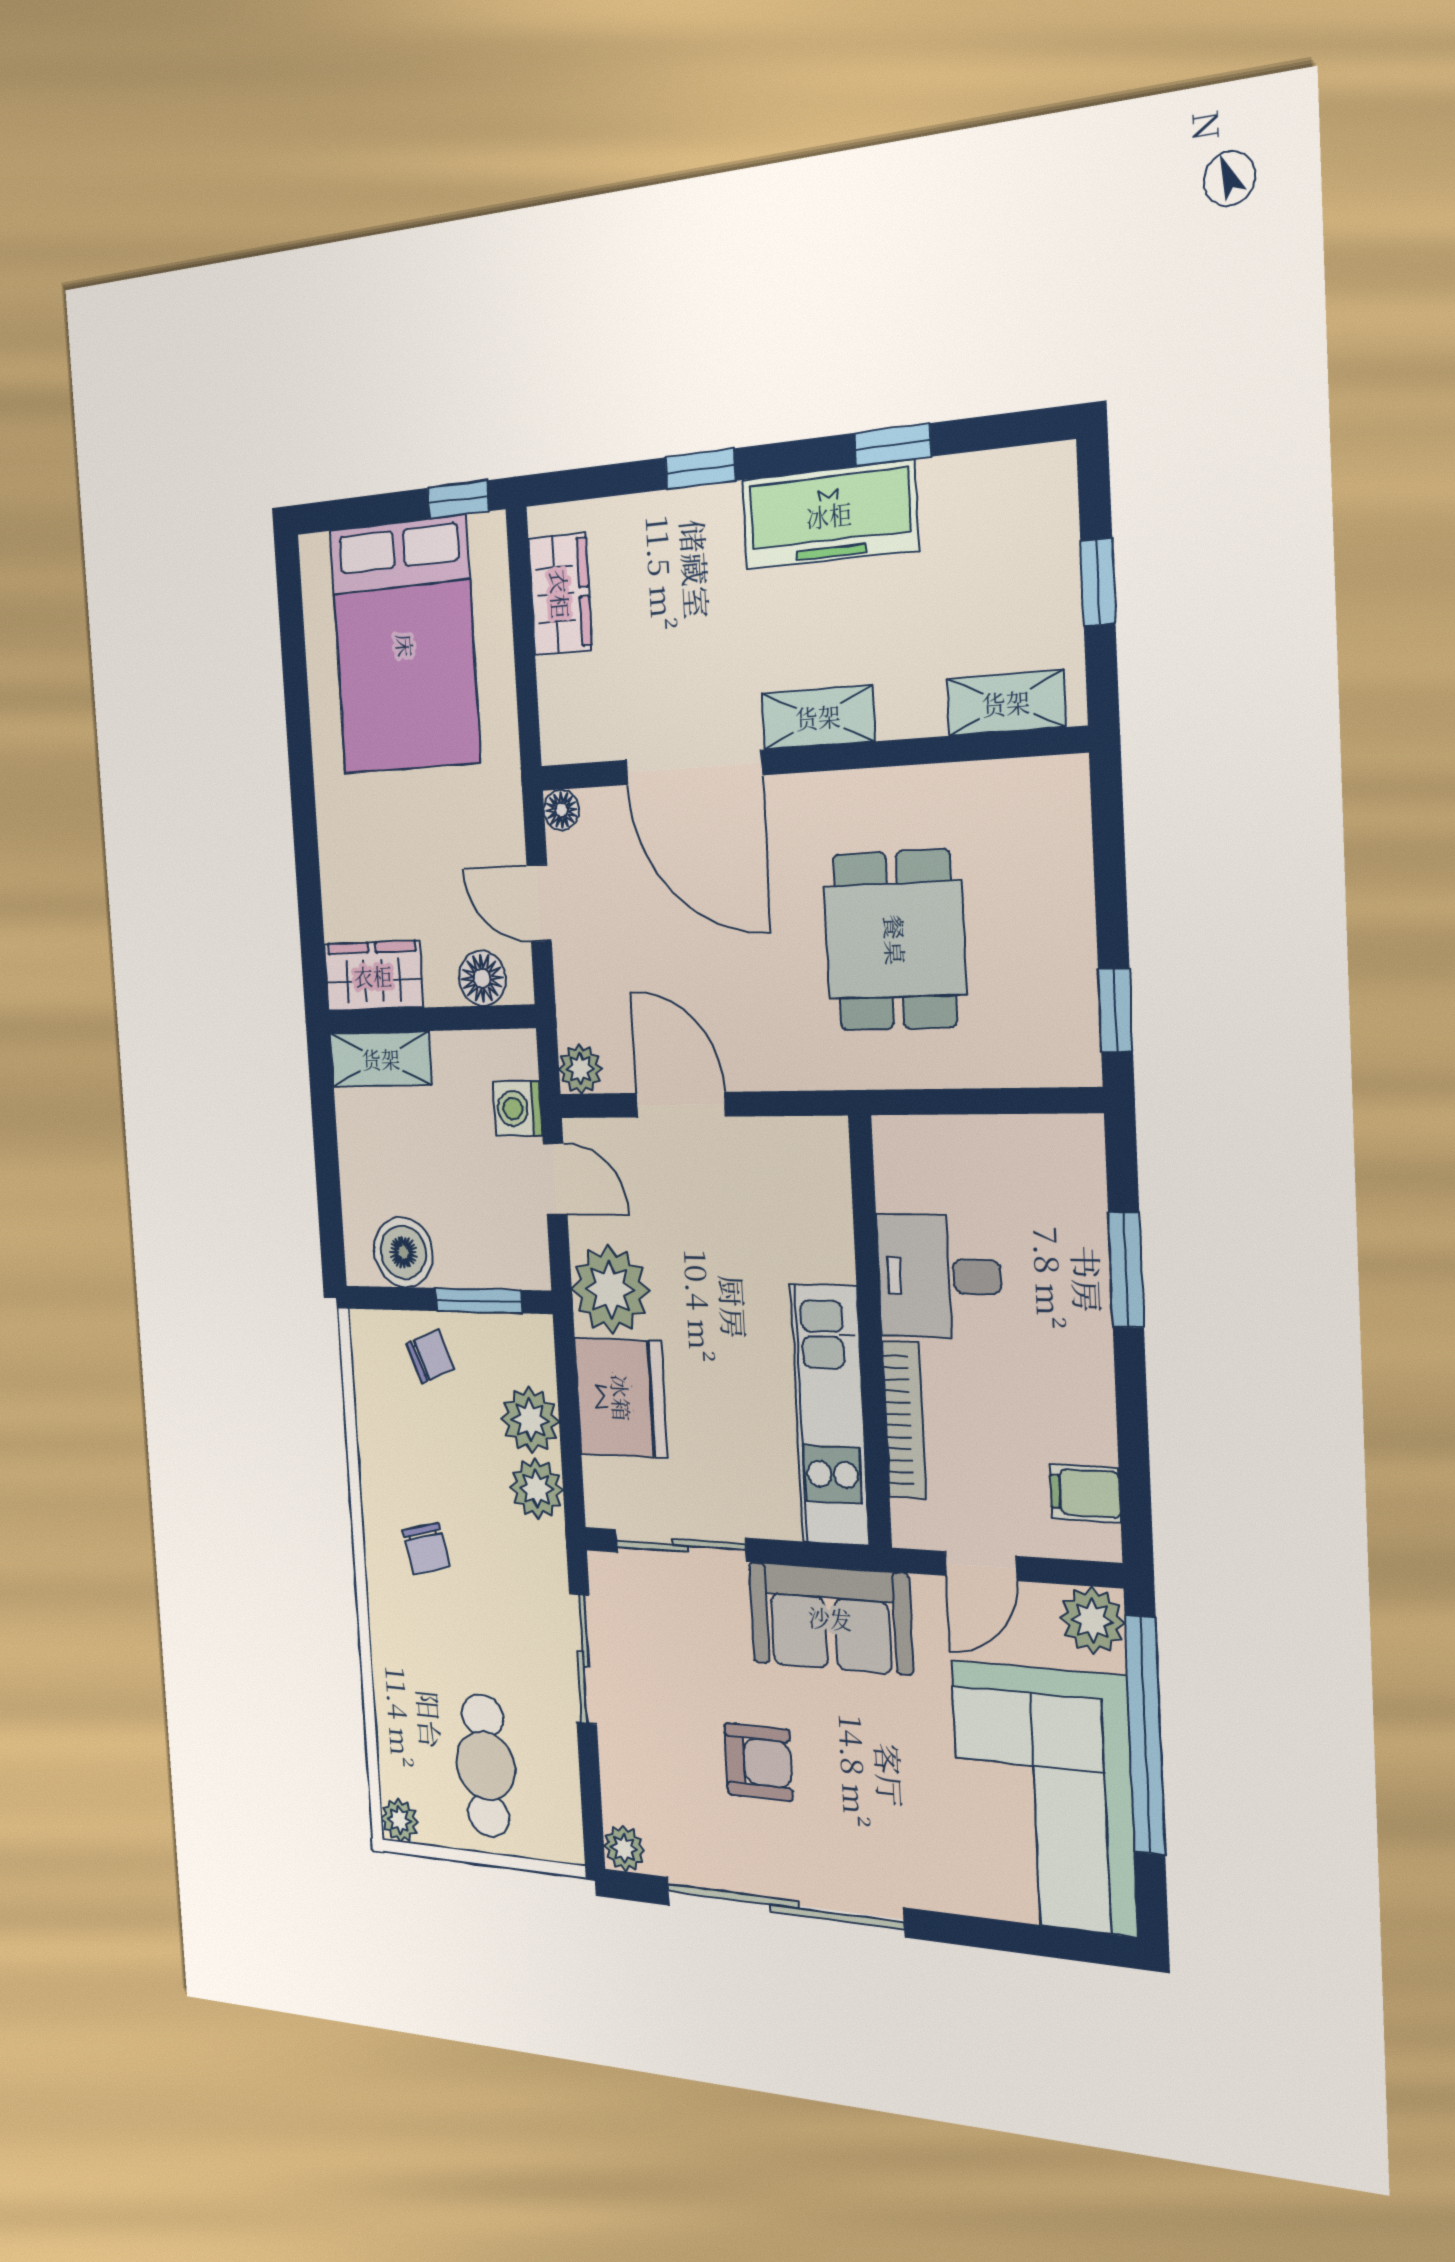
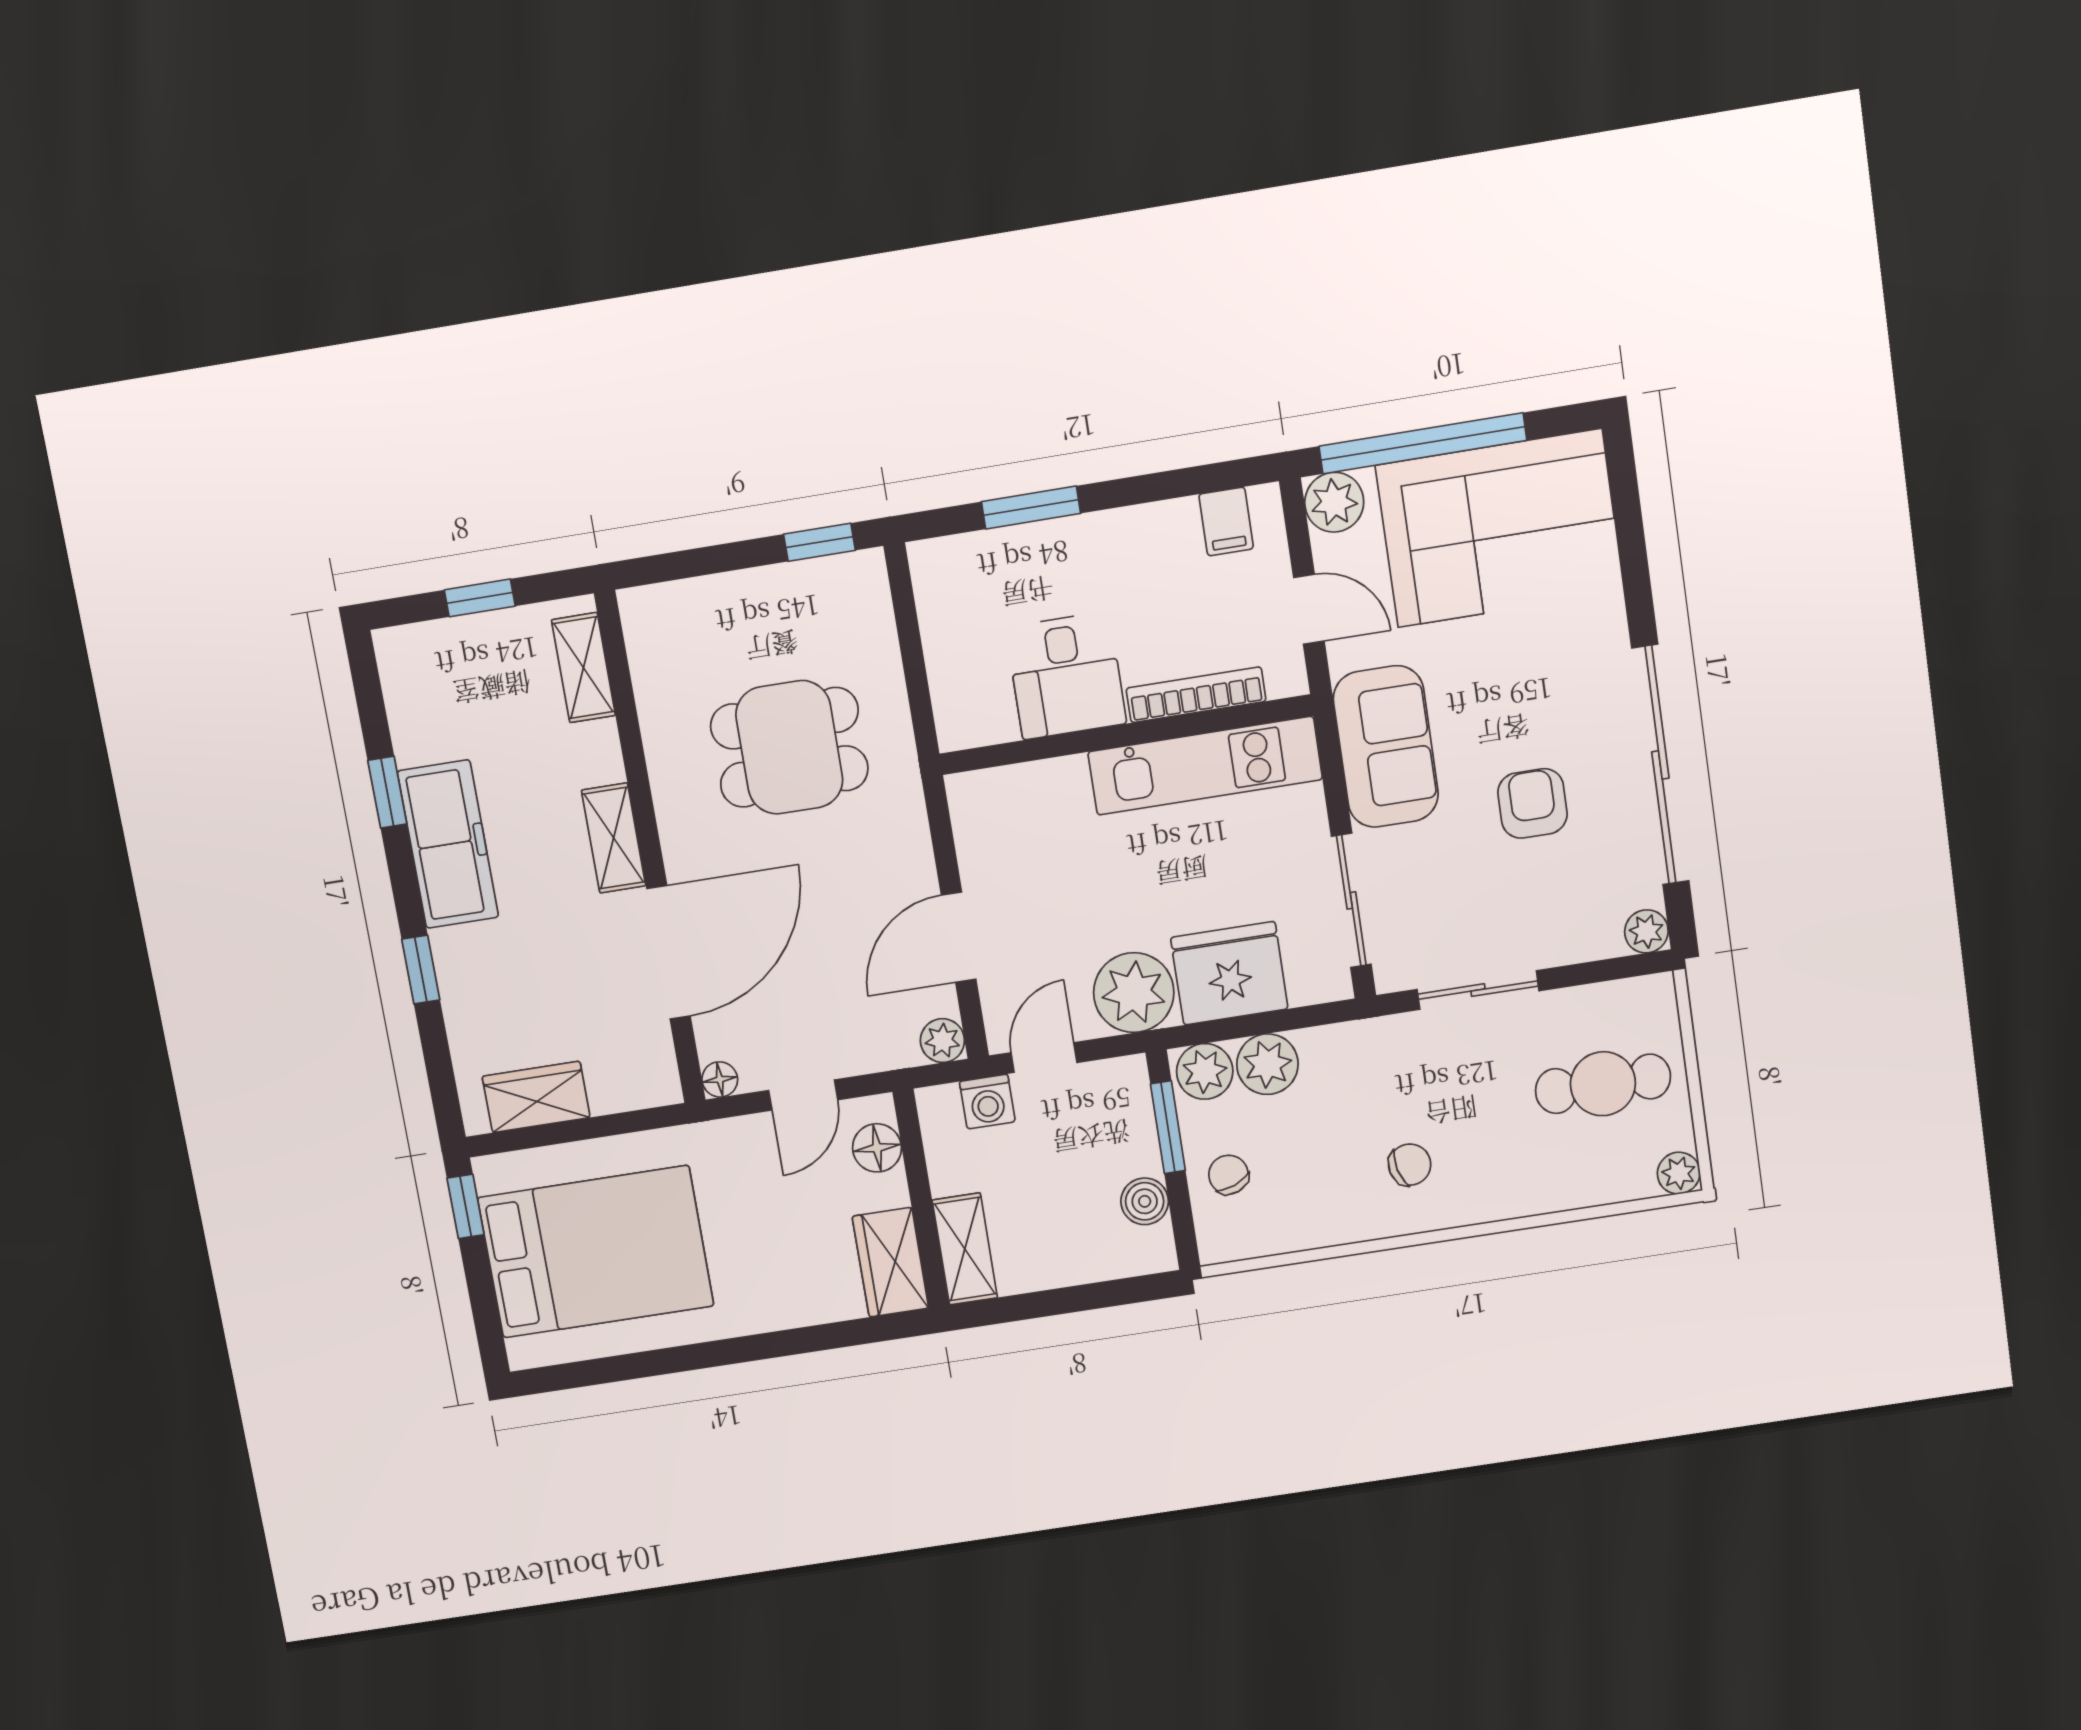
boiler: (403, 1252) -> (1145, 1201), width x0.73, depth x0.73
plant: (537, 1489) -> (1205, 1071), moved

